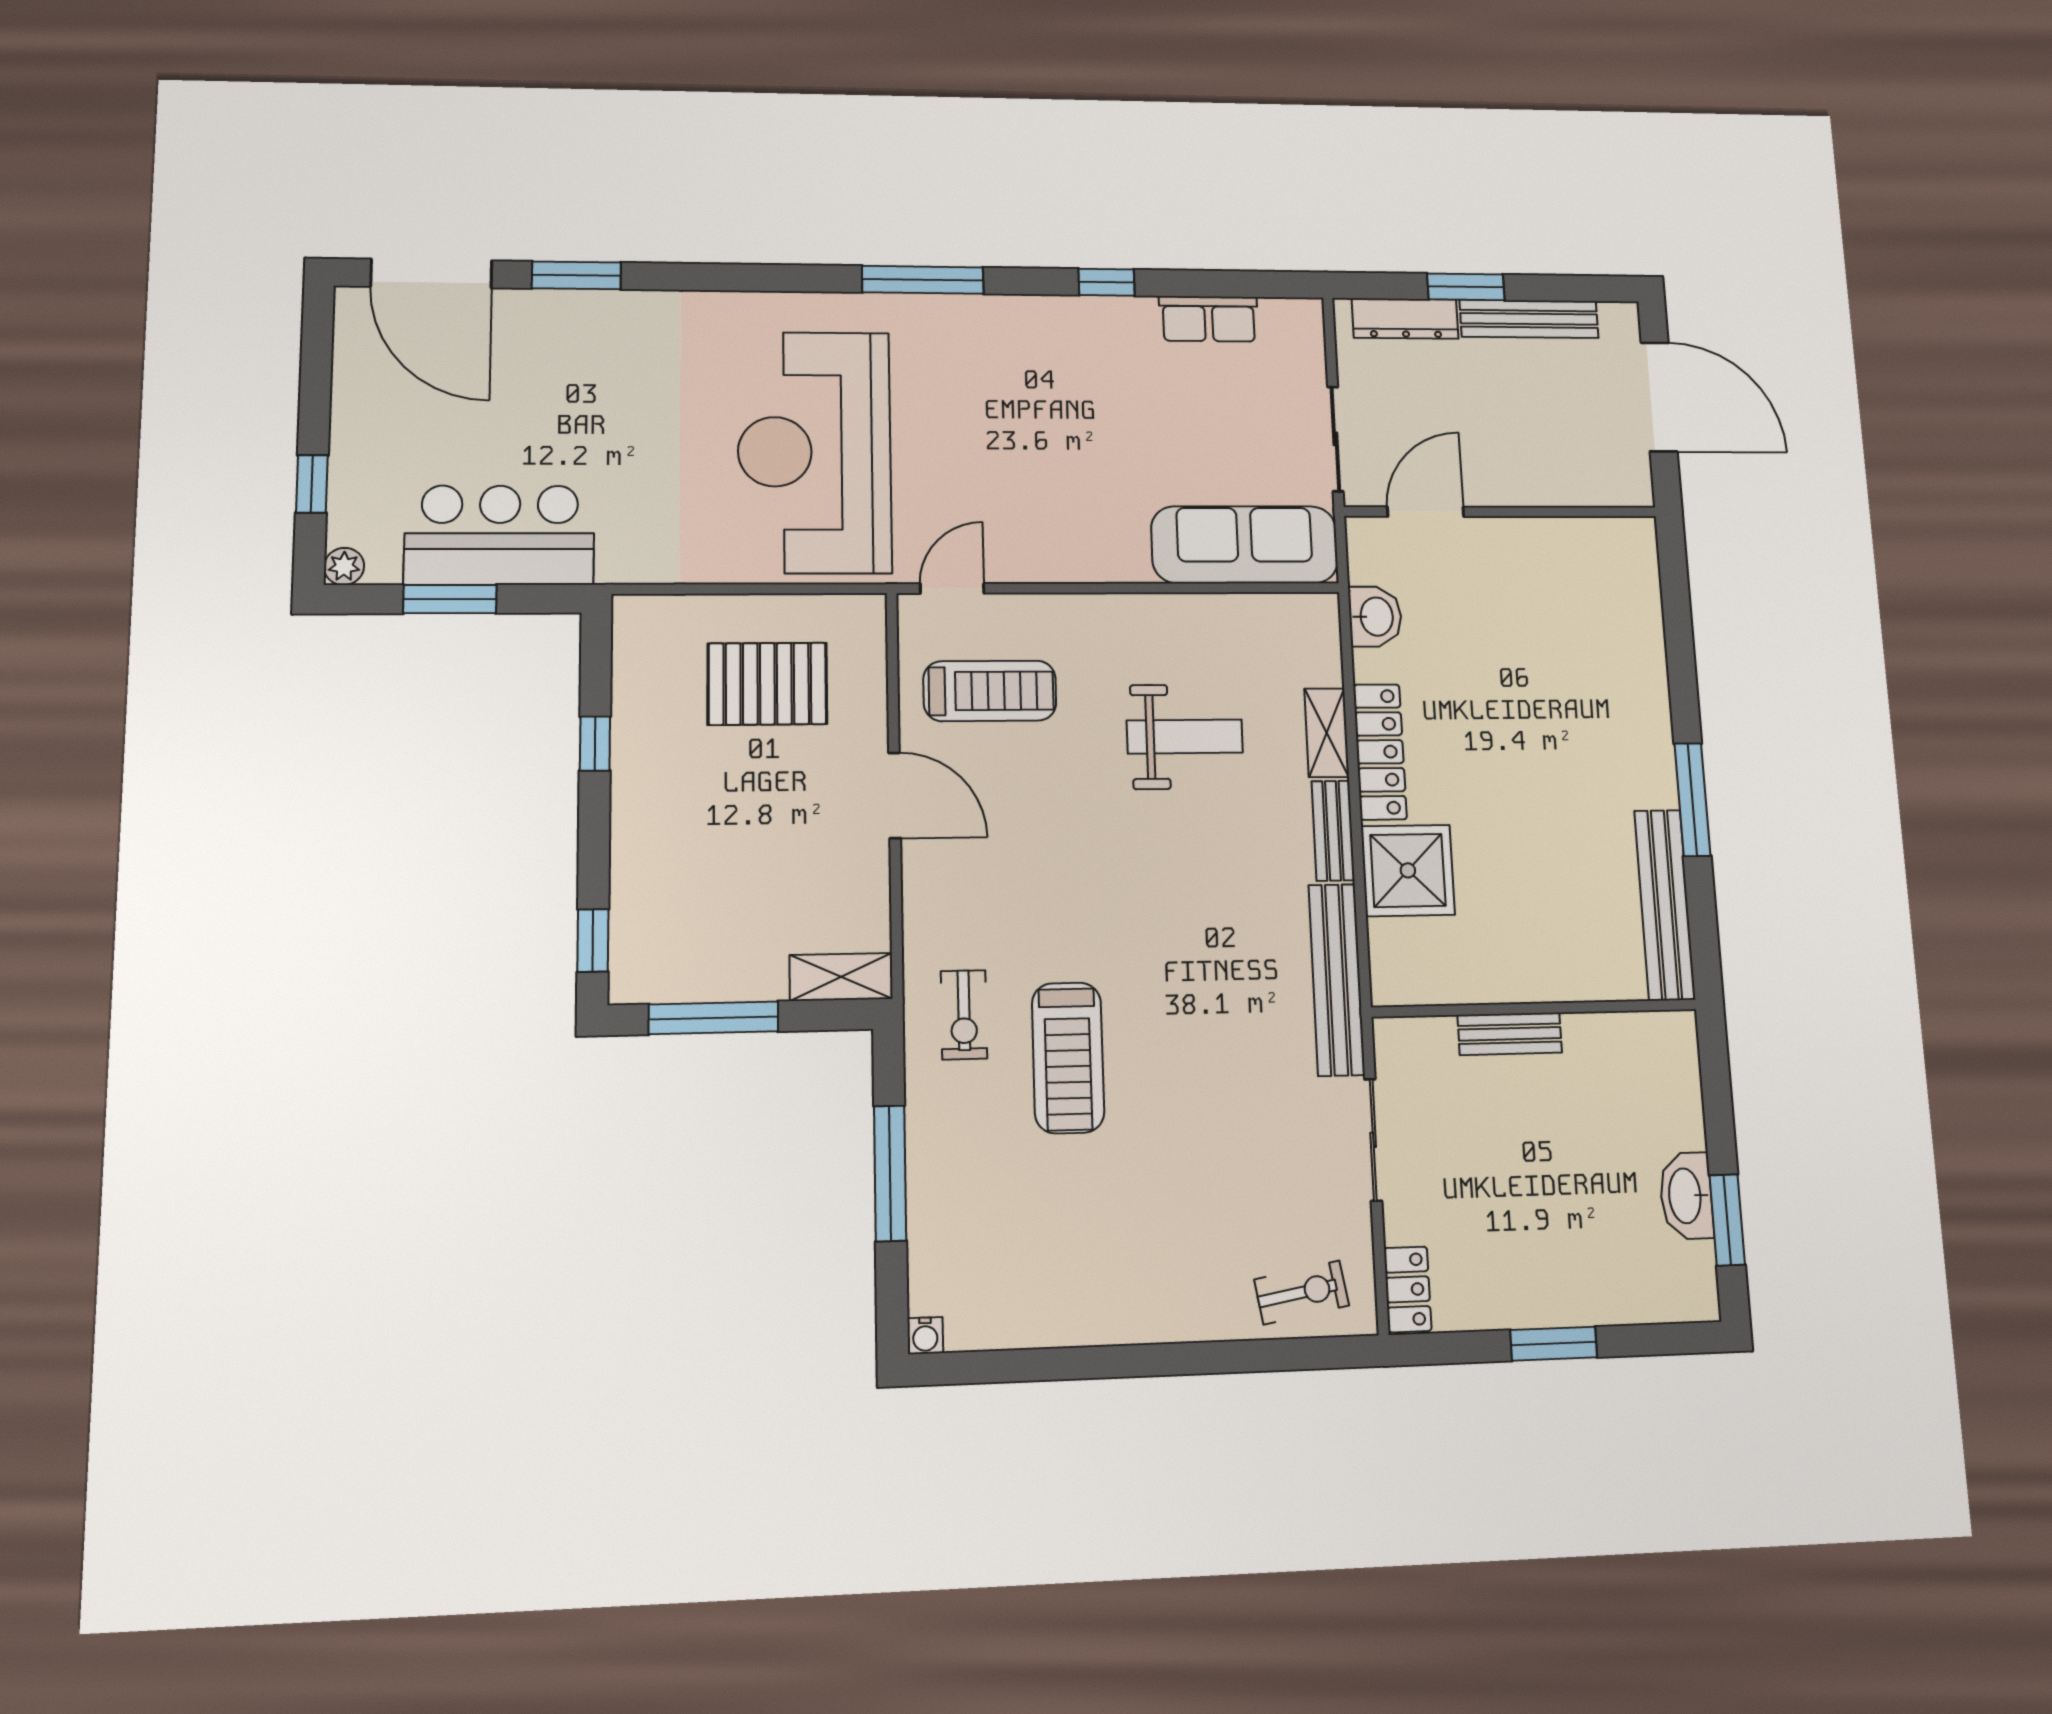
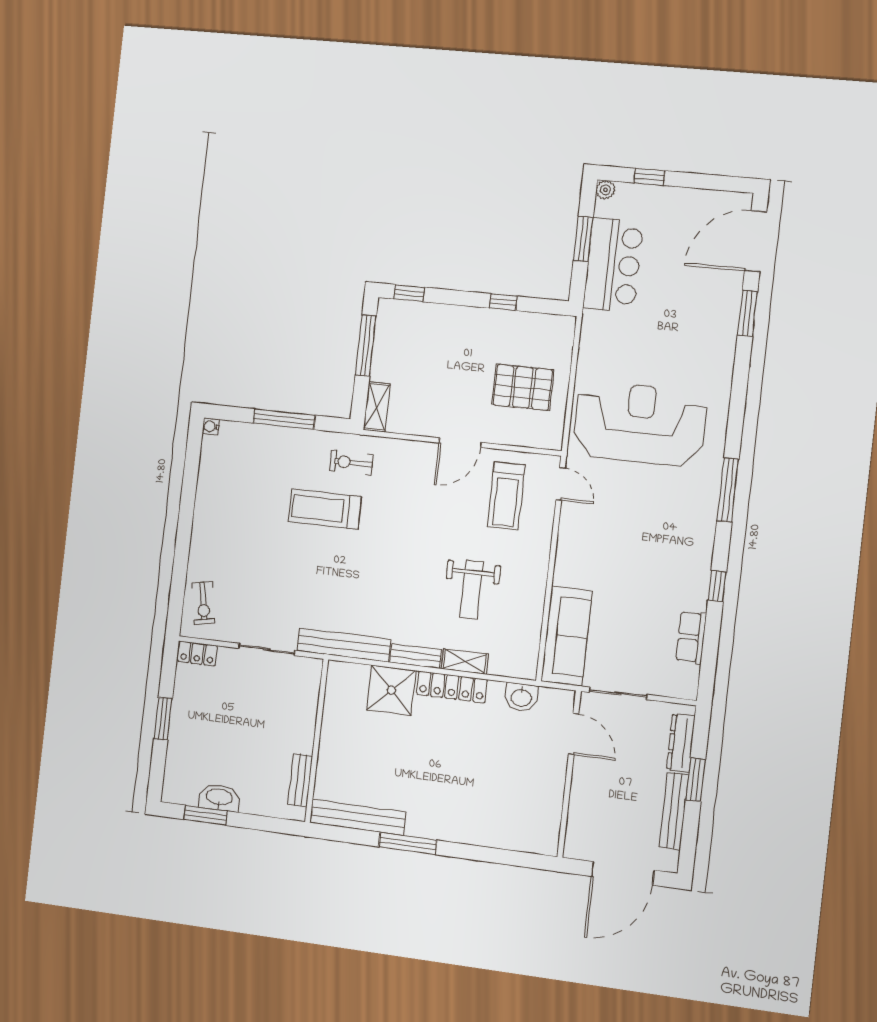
pallet: (767, 684) -> (523, 387), turned 90
bench: (1510, 1034) -> (300, 780), moved

